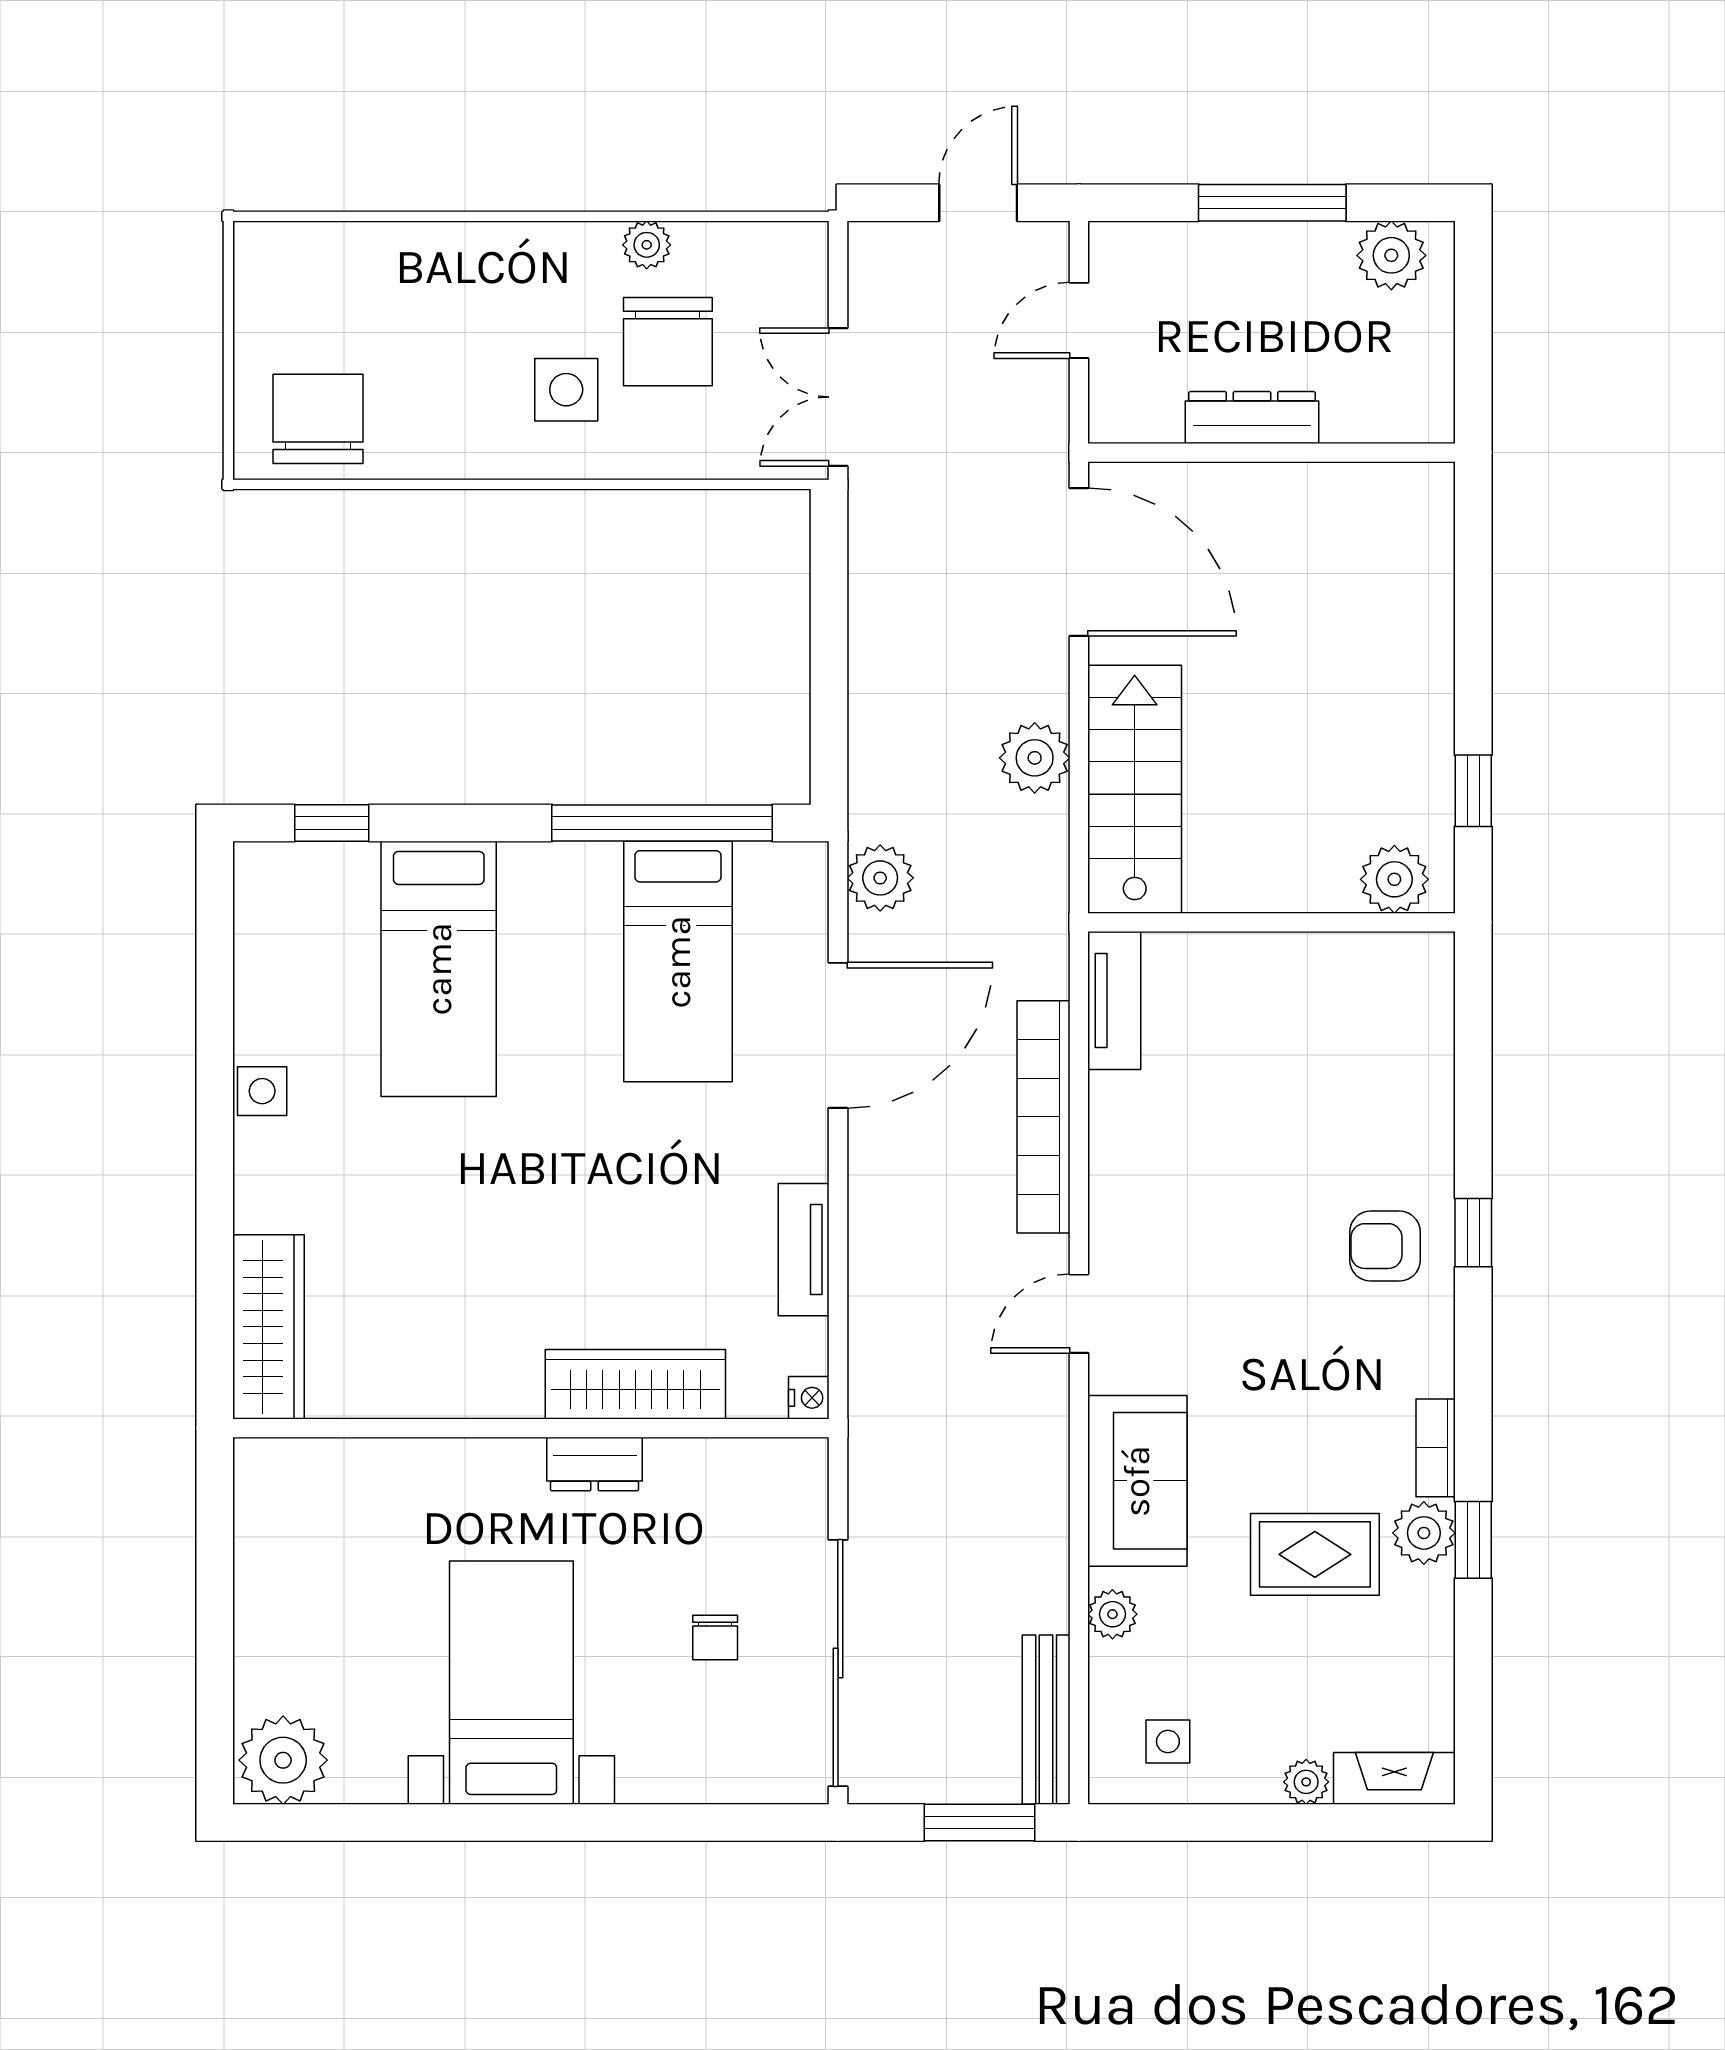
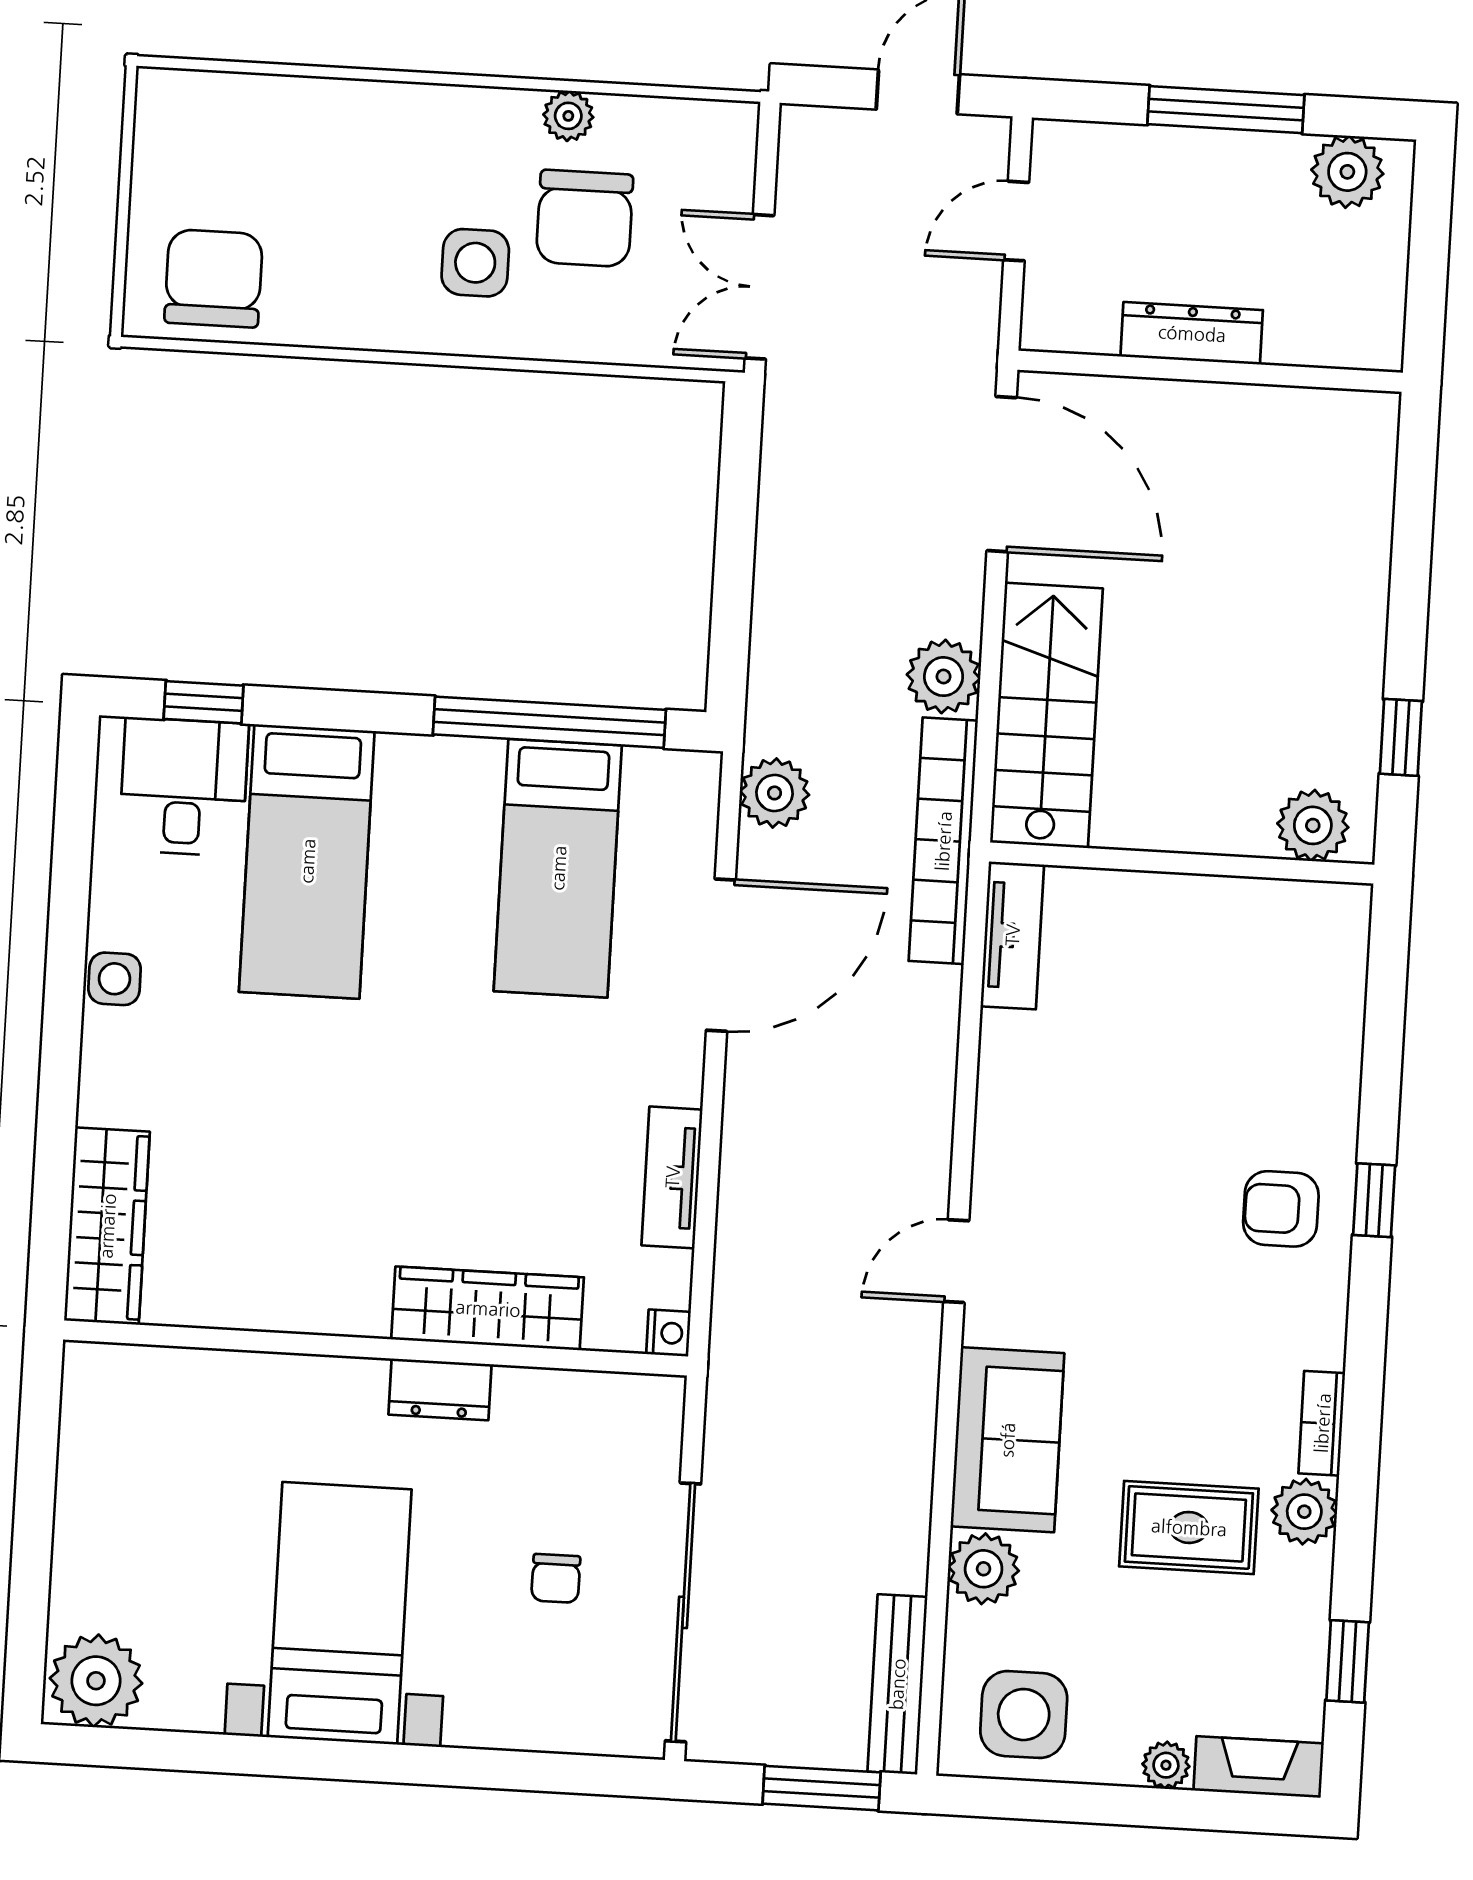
desk: (317, 905) -> (184, 787), added
bookcase: (1043, 1117) -> (943, 841), moved
window: (1473, 1540) -> (1348, 1661), moved
plant: (1112, 1614) -> (984, 1569), width x1.38, depth x1.38
side table: (1168, 1741) -> (1024, 1715), width x1.87, depth x1.87

